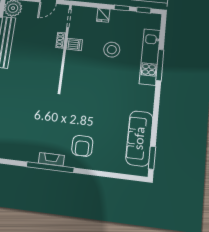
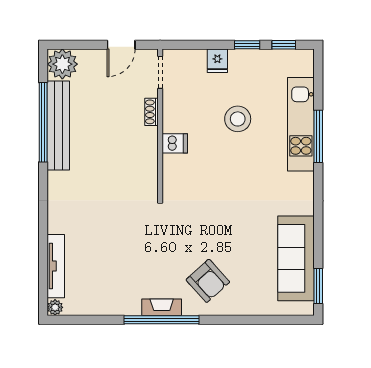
dishwasher: (74, 44) -> (175, 143), moved
armchair: (82, 146) -> (208, 281), turned -42

